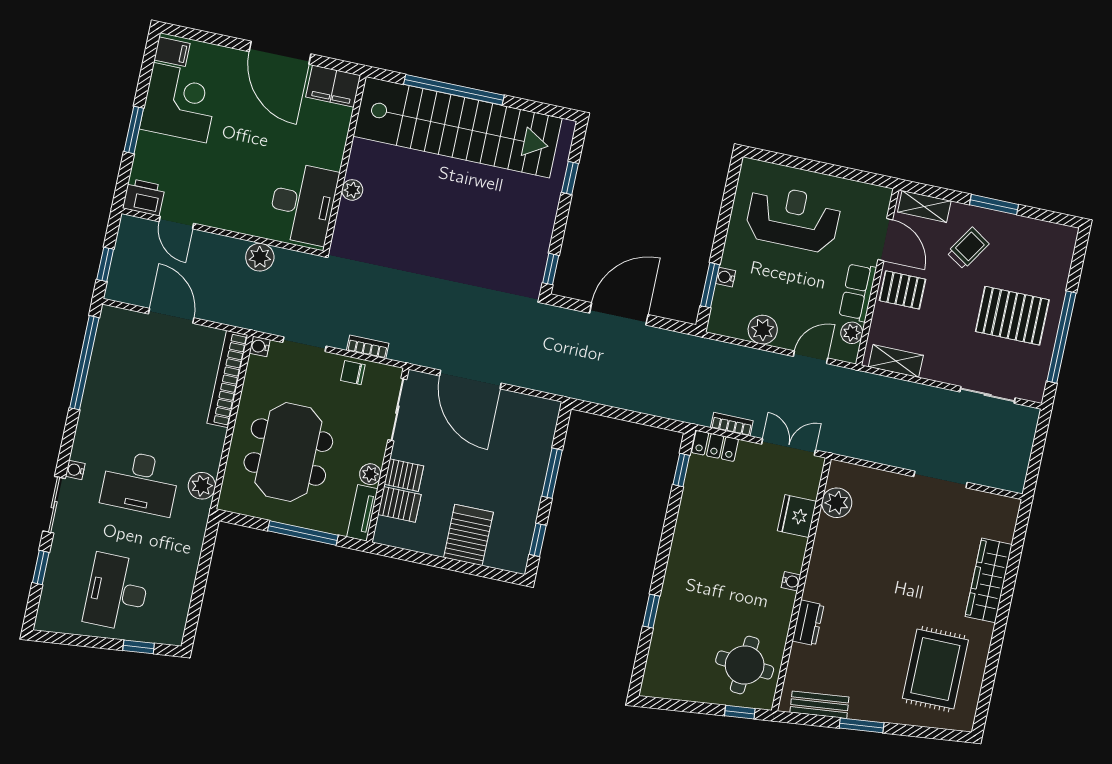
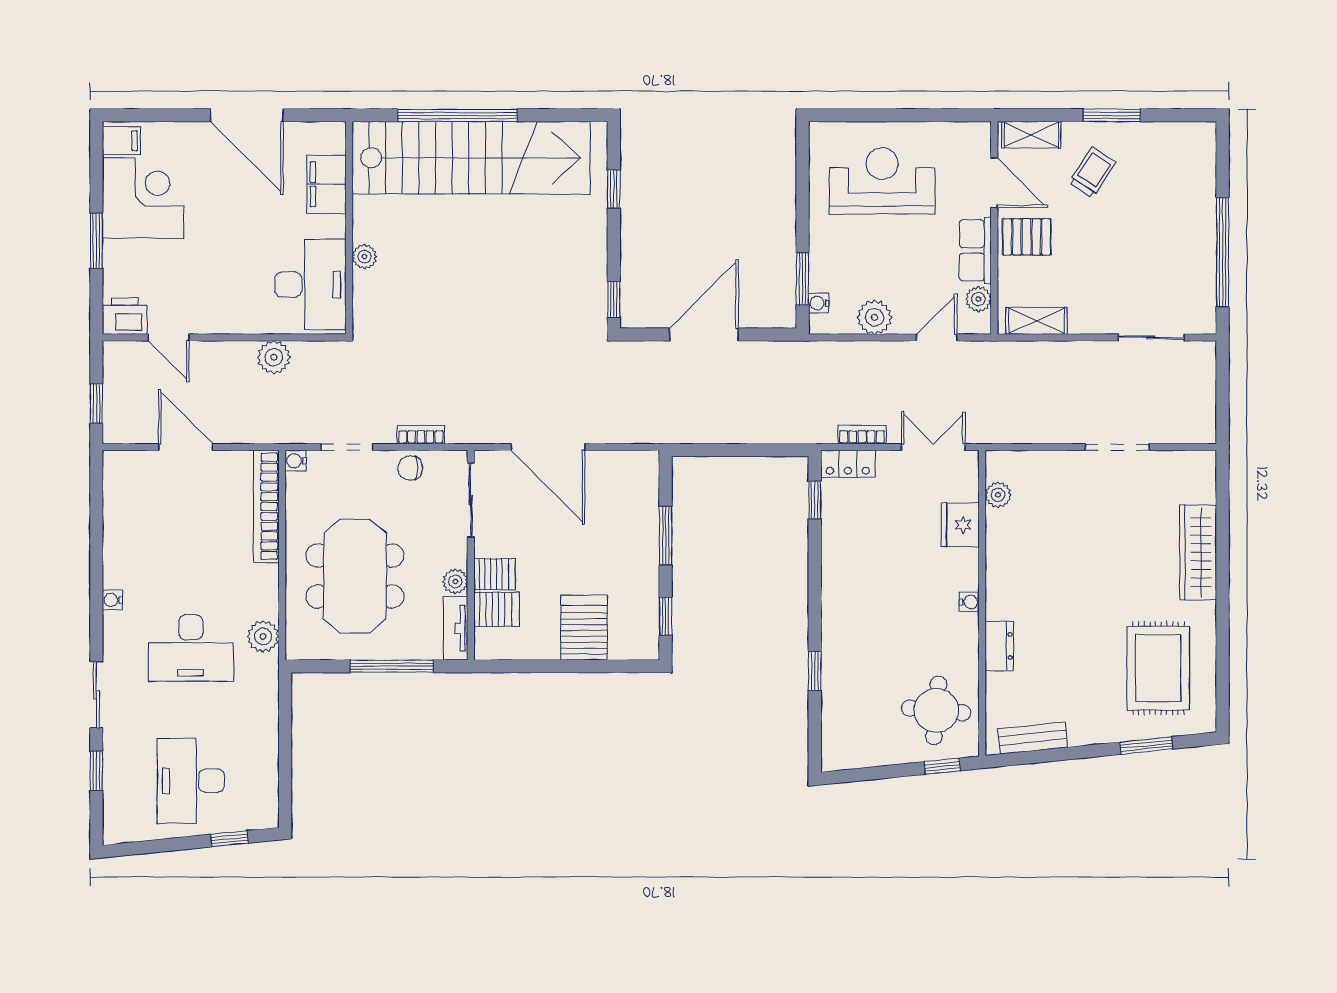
filing cabinet: (333, 86) -> (327, 184), moved, turned 90
water cooler: (726, 277) -> (819, 303), moved
pallet: (1012, 316) -> (1160, 240), removed
window: (84, 363) -> (96, 523), removed
water cooler: (75, 470) -> (112, 600), moved
plant: (837, 503) -> (998, 495), width x0.73, depth x0.73
window: (862, 725) -> (1146, 746), moved

